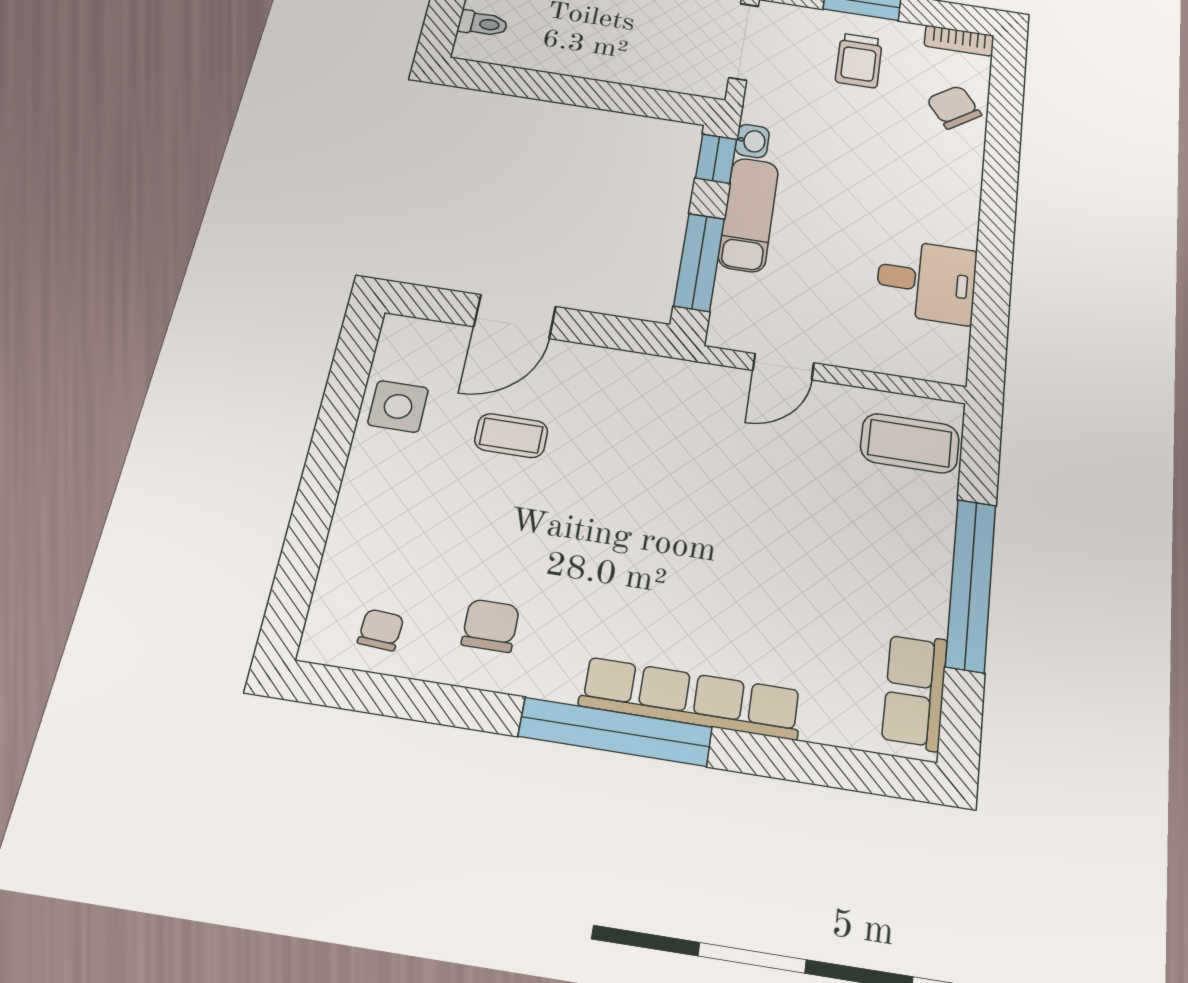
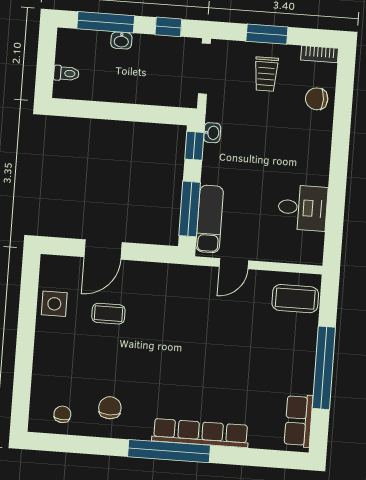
chair: (954, 107) -> (317, 99), turned -54
exam couch: (748, 215) -> (210, 219), moved

